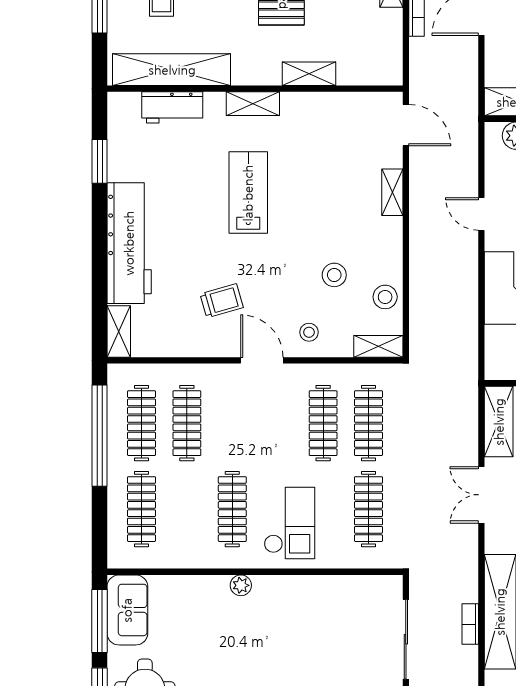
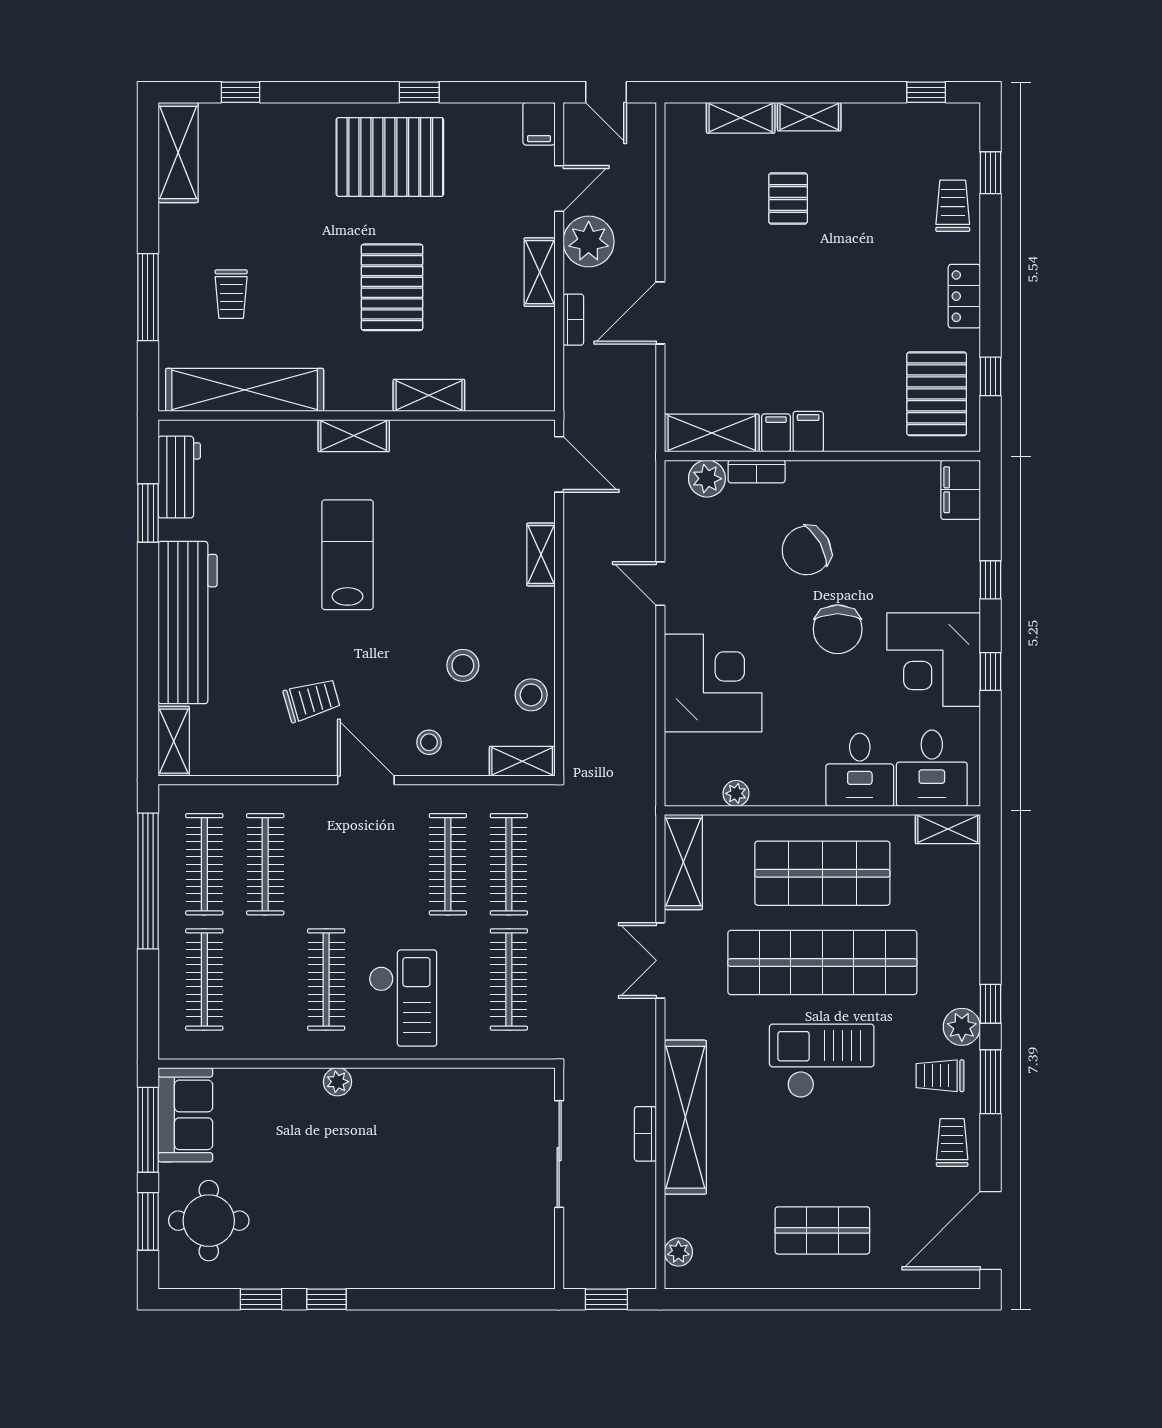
workbench: (172, 107) -> (179, 477), moved, turned -90

